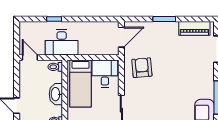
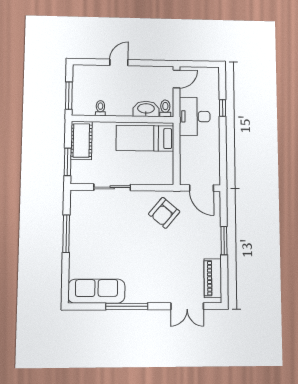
armchair: (142, 68) -> (164, 213), turned 135
desk: (105, 74) -> (157, 168), removed
washbasin: (56, 94) -> (146, 109), moved

